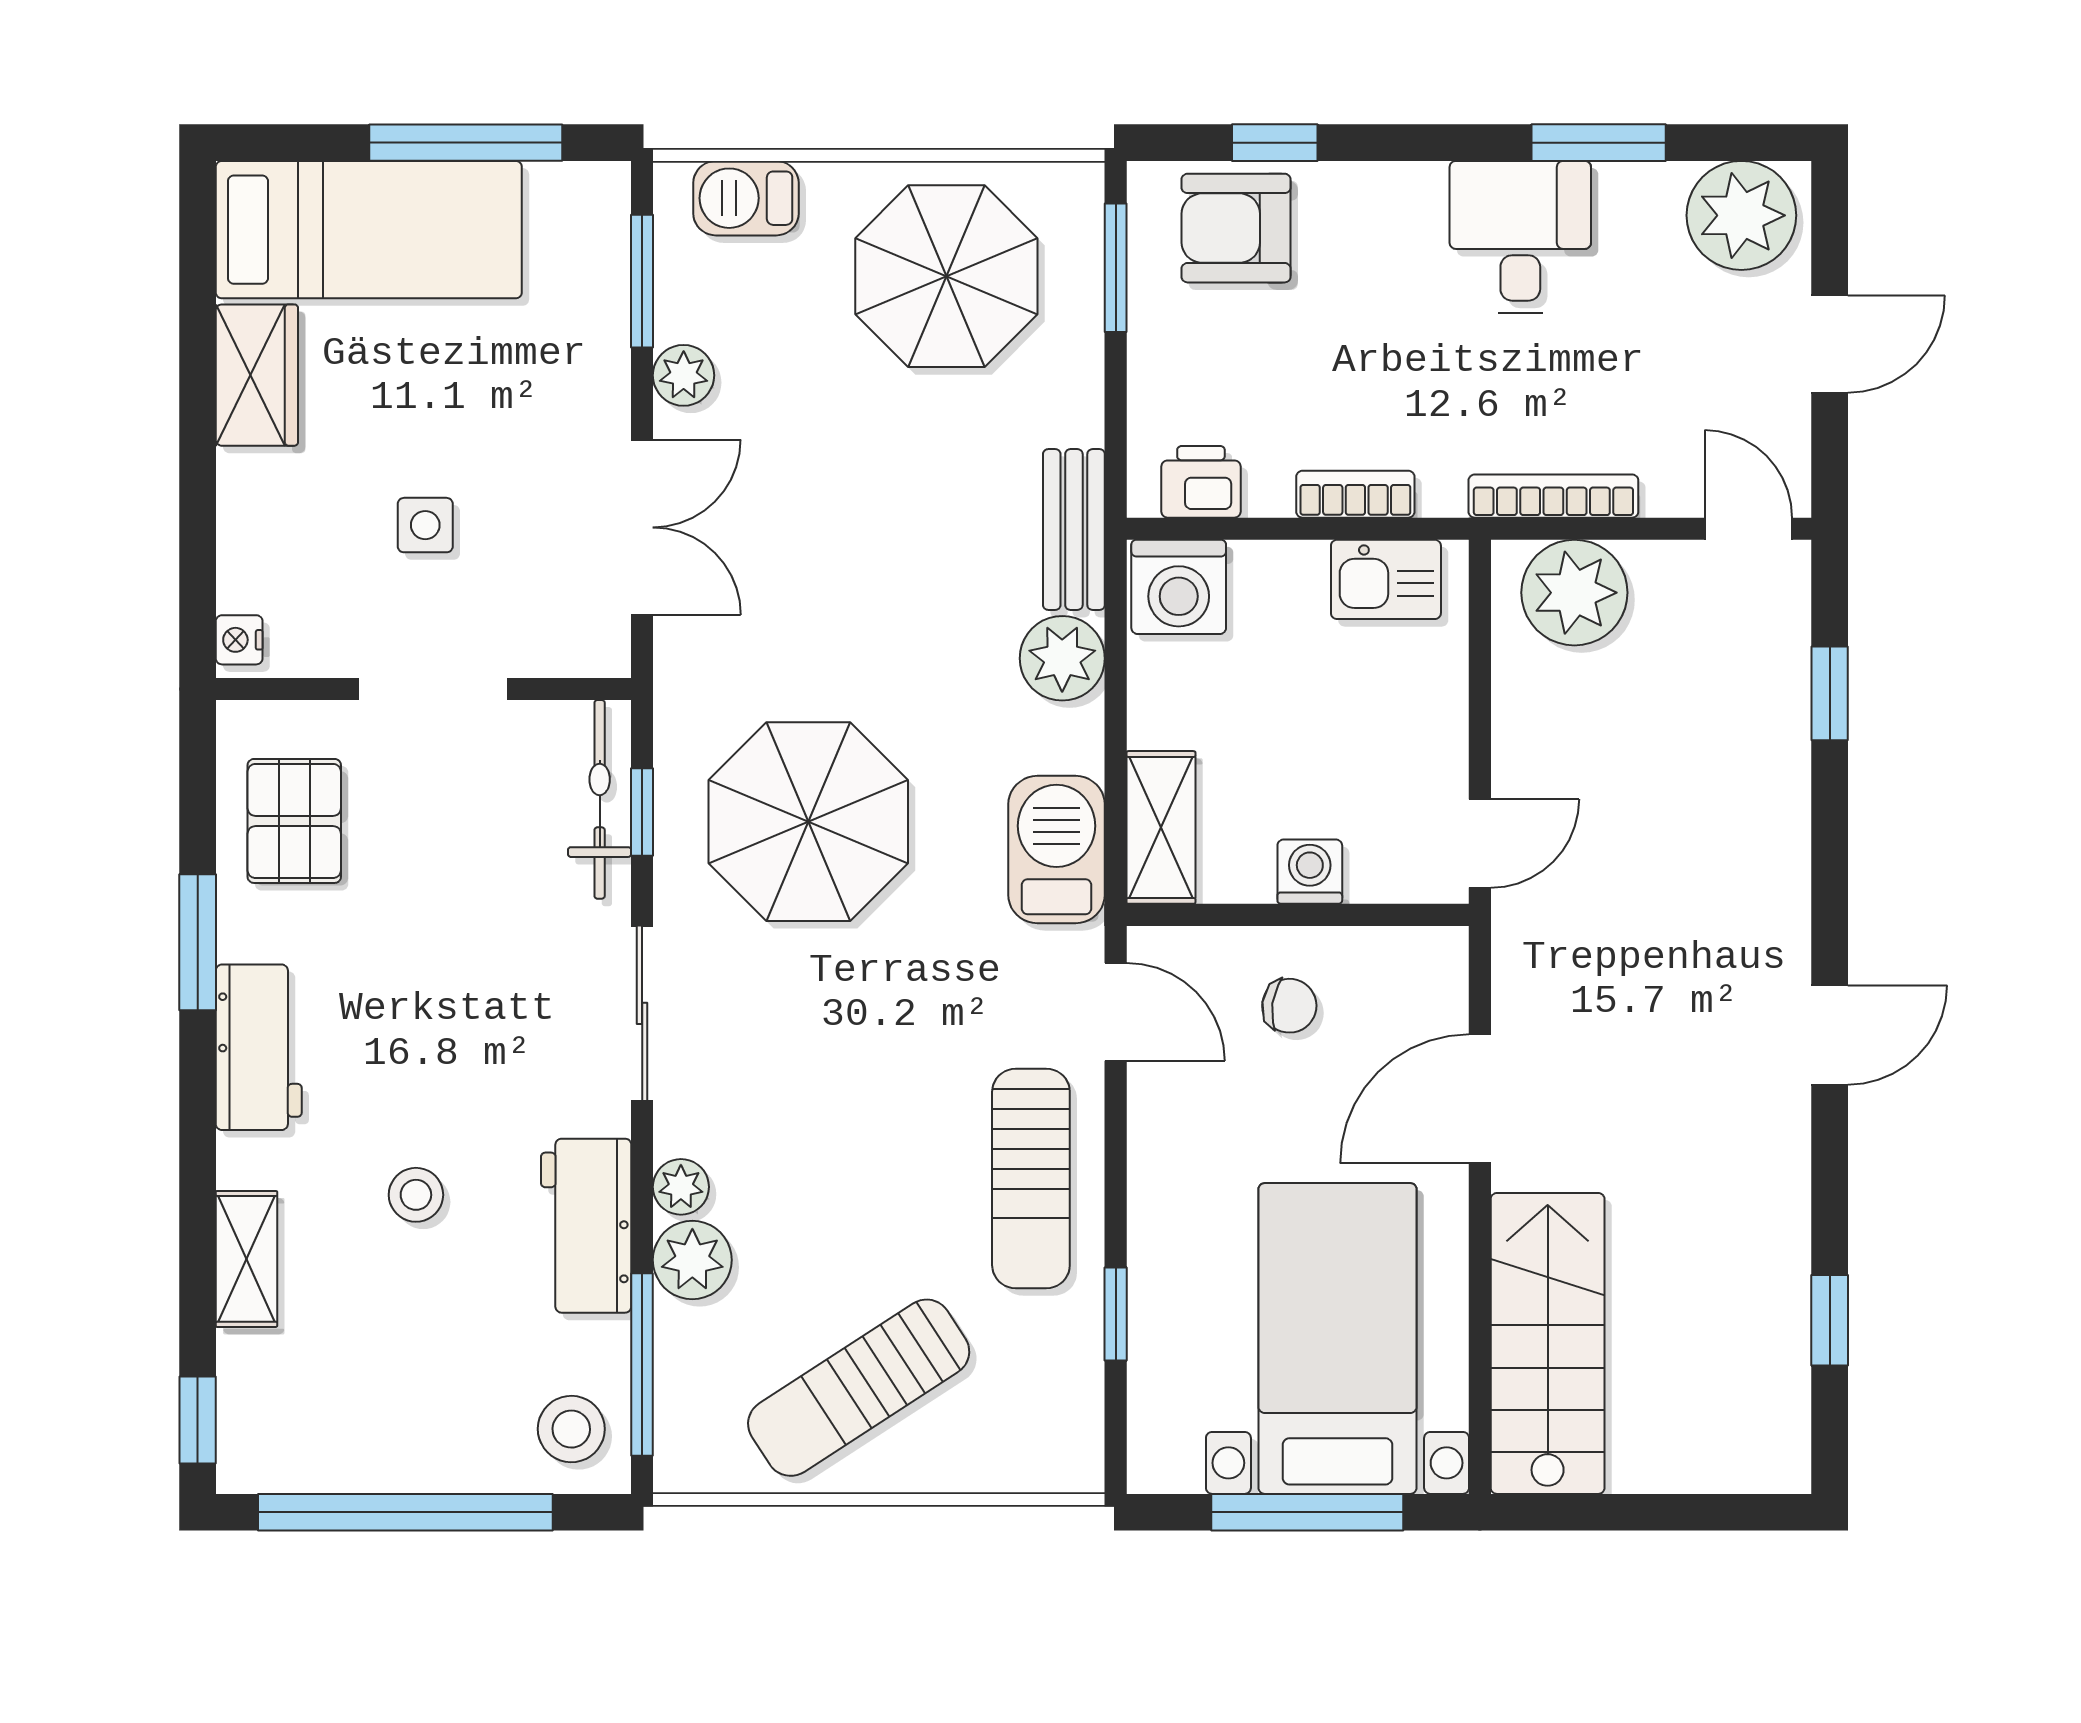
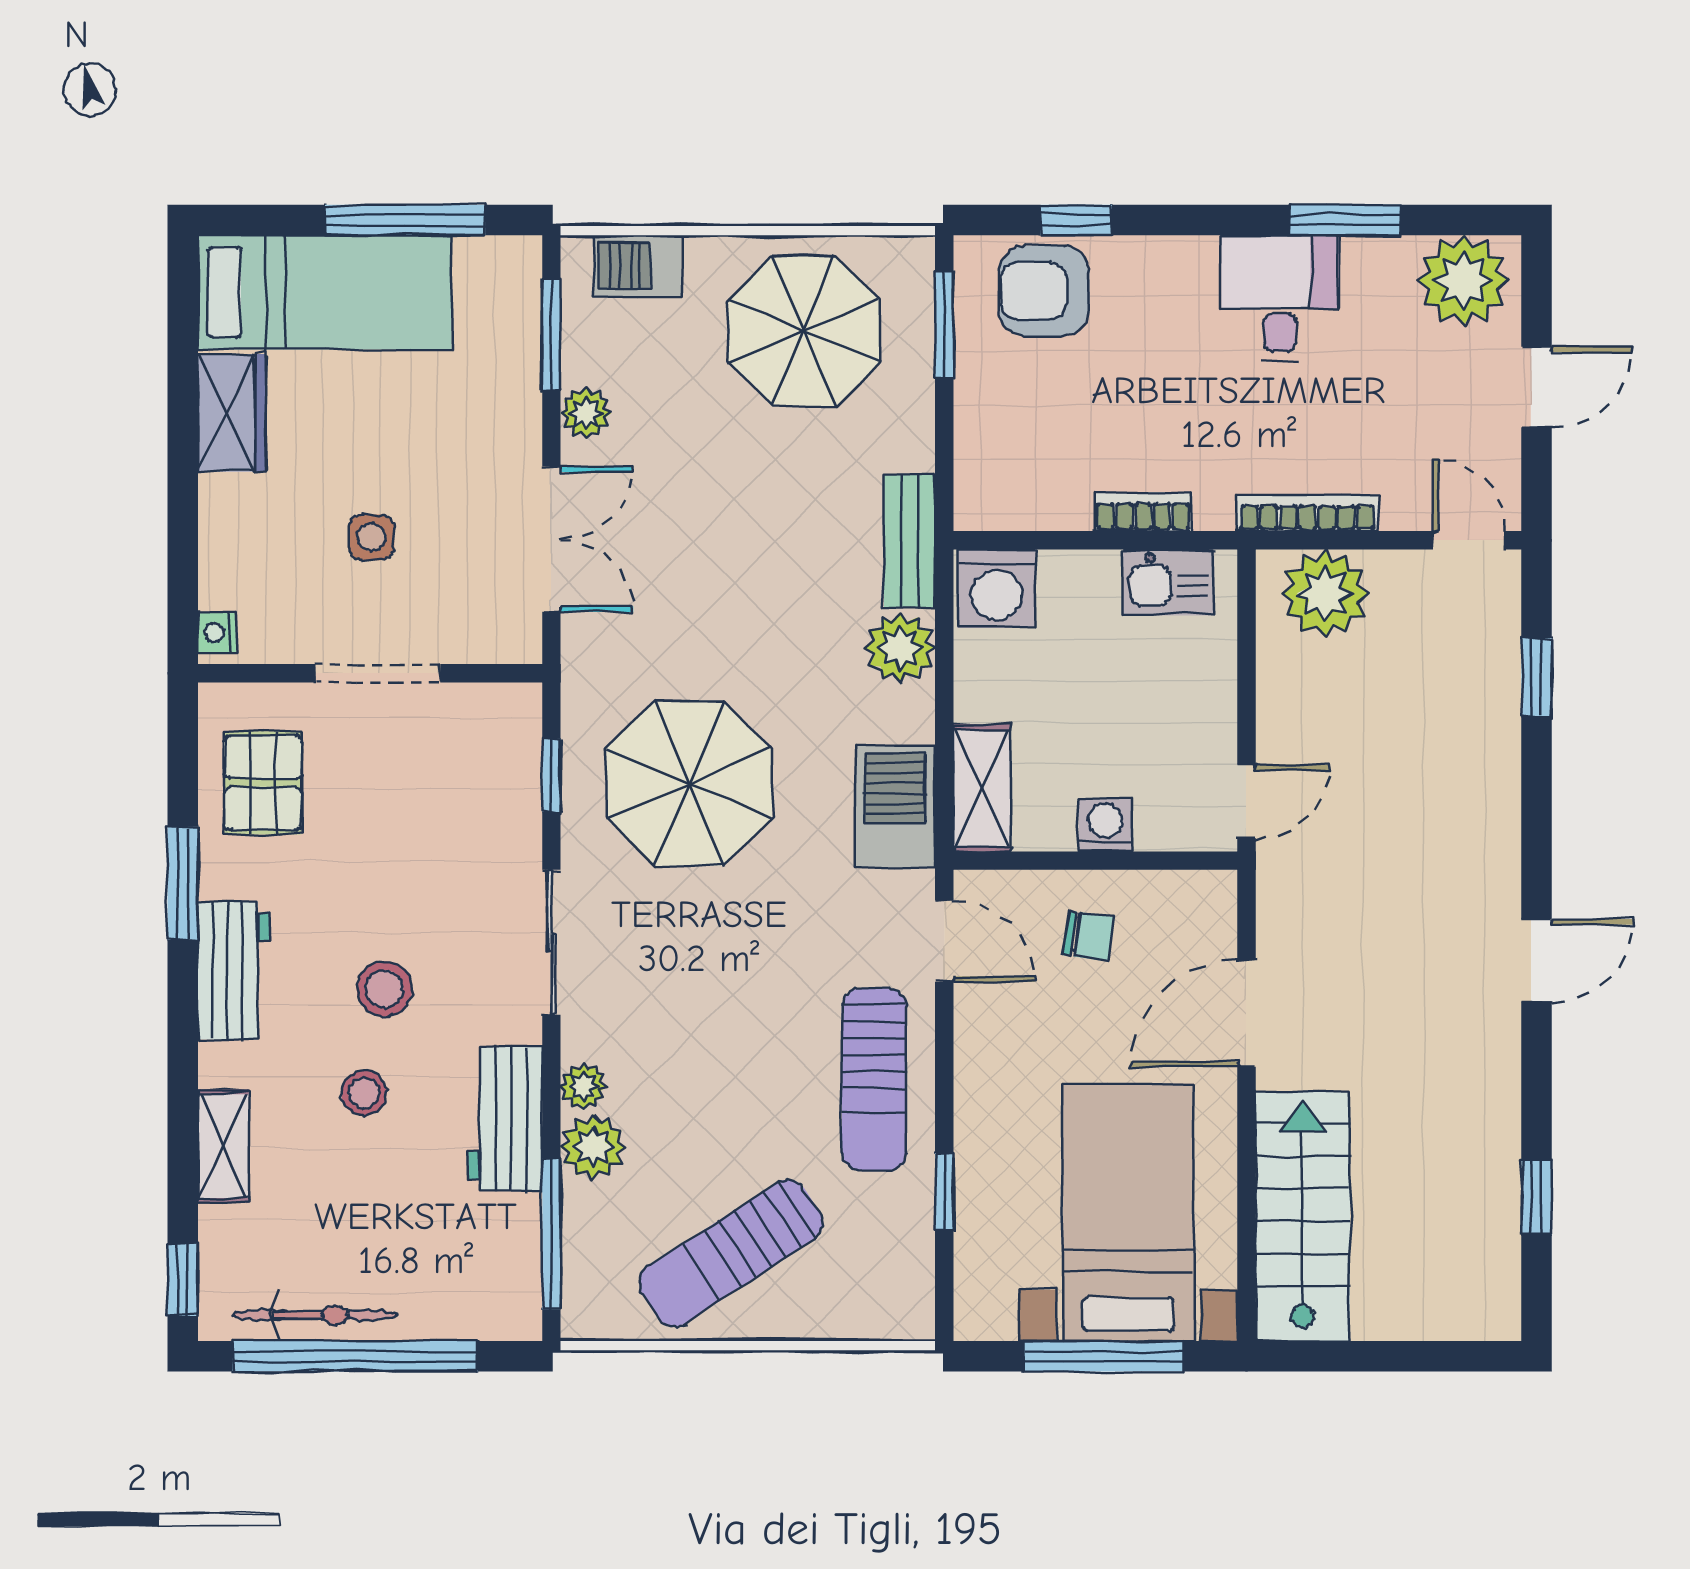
printer: (1201, 482) -> (1015, 501), removed
bicycle: (600, 799) -> (315, 1315), moved, turned 90
stool: (571, 1429) -> (384, 989), moved

